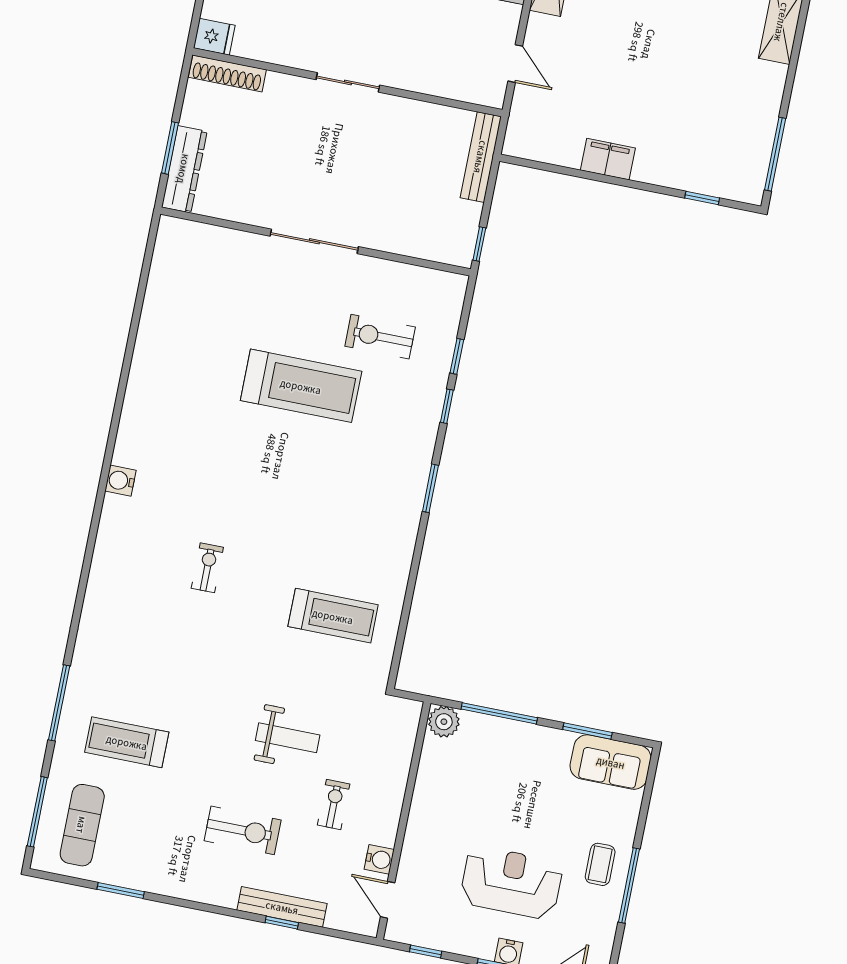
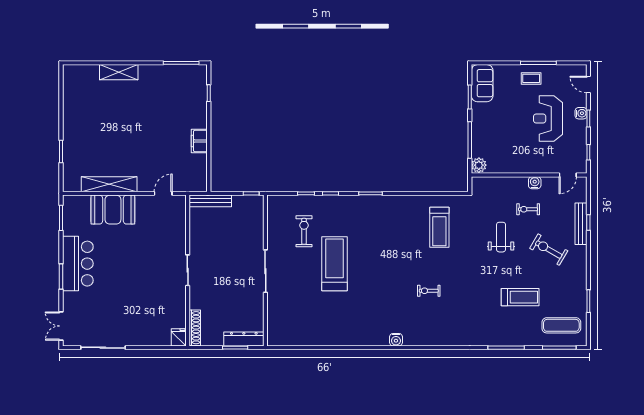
exercise bike: (380, 337) -> (304, 231), turned 180
treadmill: (333, 616) -> (439, 227), turned 180
treadmill: (127, 742) -> (520, 297), moved, turned -90
exercise bike: (243, 830) -> (549, 250), turned -60
water cooler: (379, 859) -> (535, 183), moved

